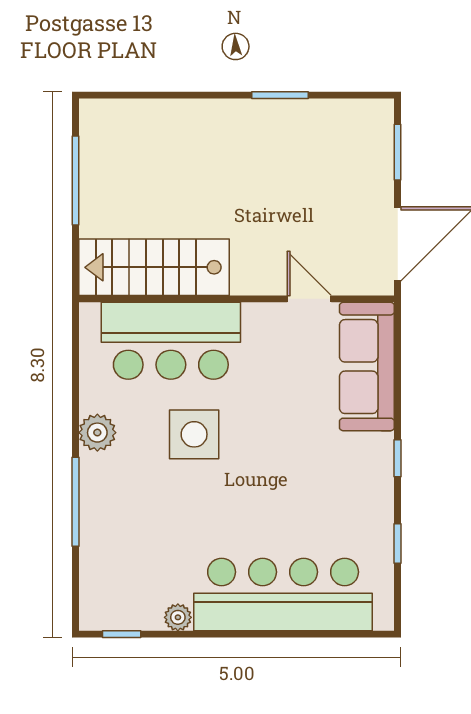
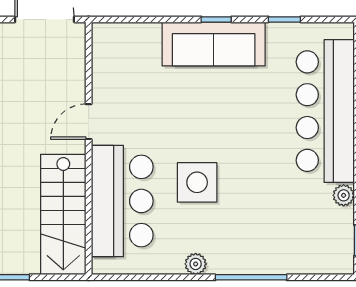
door: (309, 299) -> (89, 122), moved
sofa: (367, 367) -> (214, 44), moved
plant: (97, 433) -> (196, 264), width x0.73, depth x0.73

